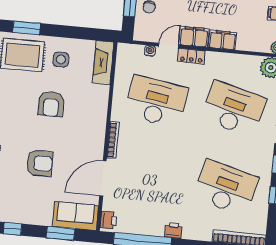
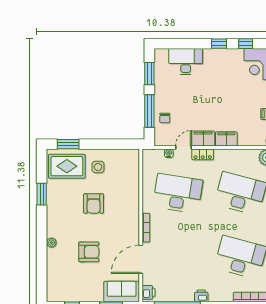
fireplace: (103, 63) -> (132, 166), removed

